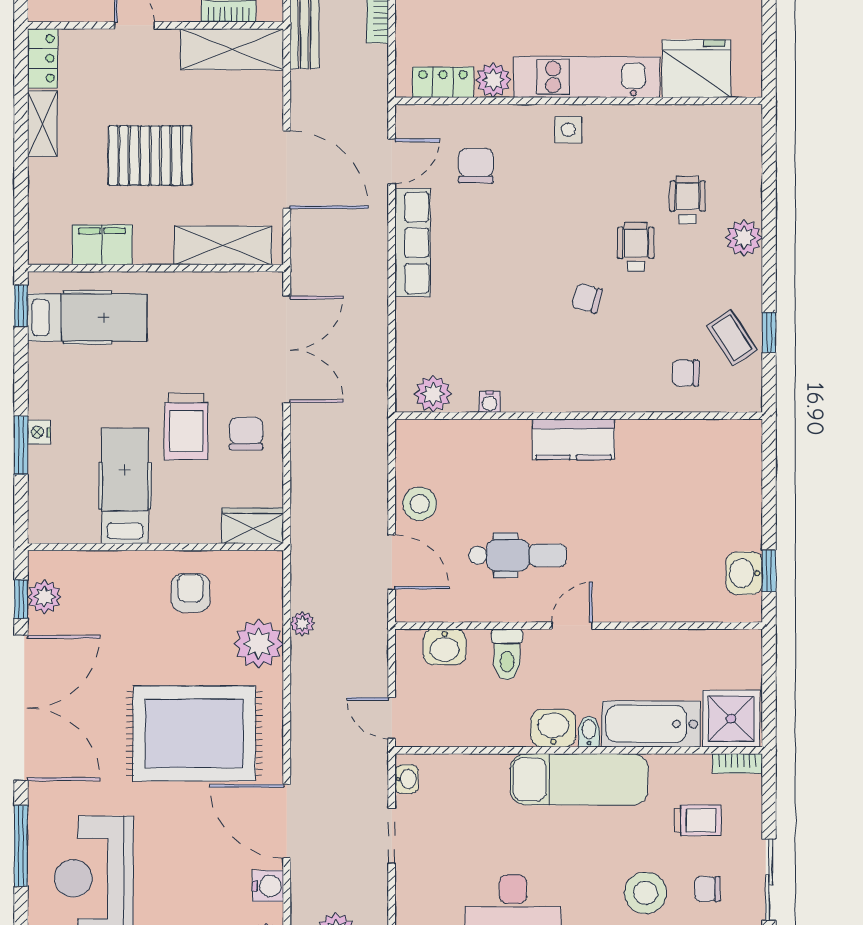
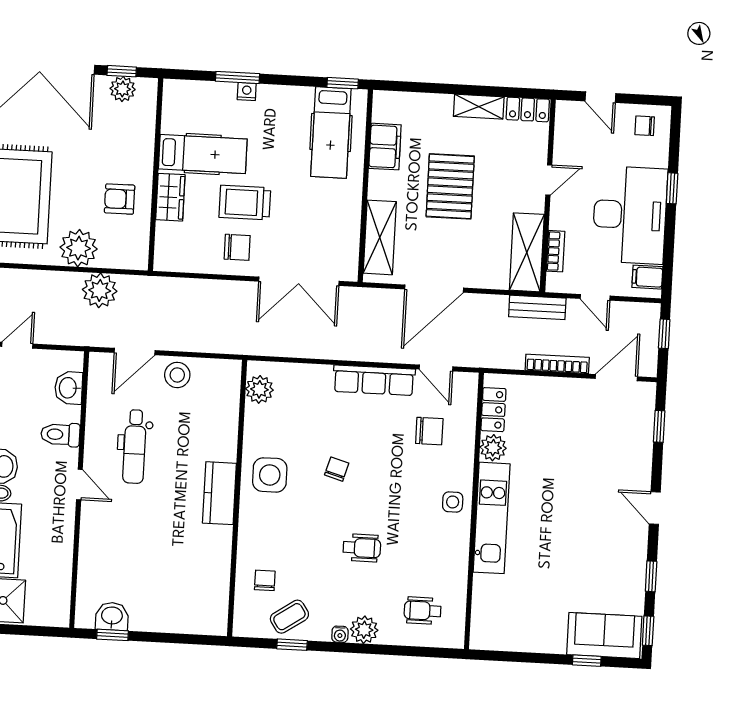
fridge: (697, 69) -> (493, 601), removed
wheelchair: (688, 200) -> (422, 611), moved, turned 180
chair: (587, 298) -> (337, 469), moved
side table: (546, 374) -> (270, 475), added
water cooler: (490, 402) -> (340, 634), moved, turned -90
wardrobe: (253, 526) -> (170, 197), moved
armchair: (191, 593) -> (120, 199), turned 180
plant: (302, 624) -> (100, 290), width x1.87, depth x1.87

